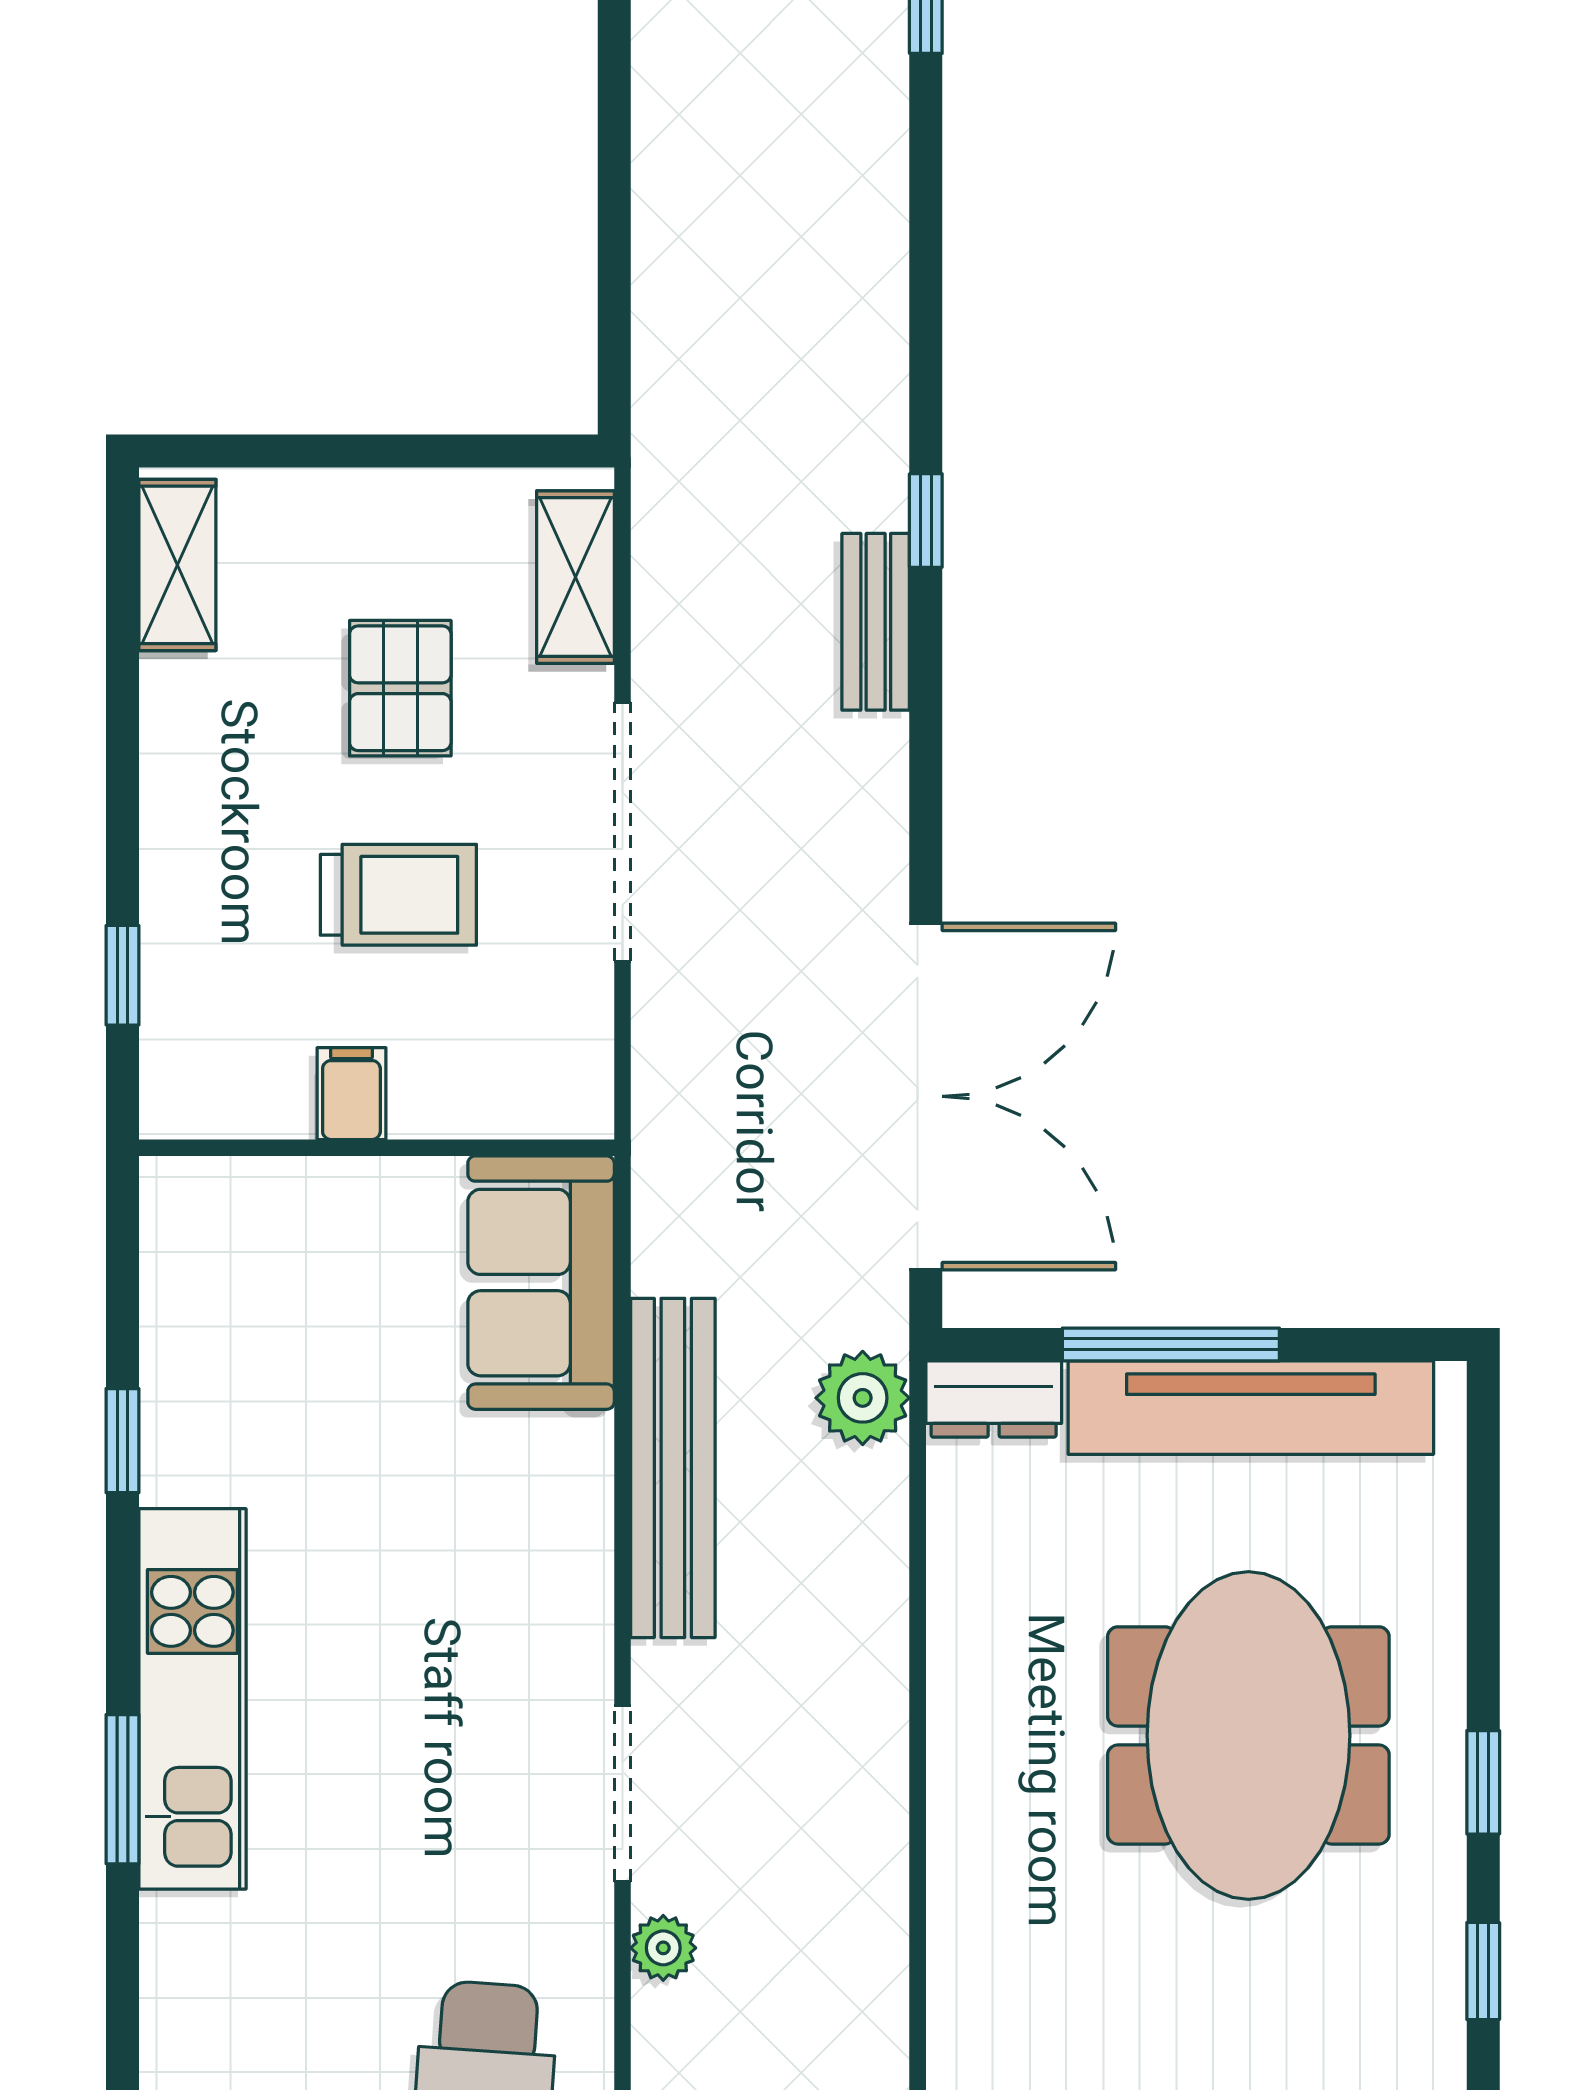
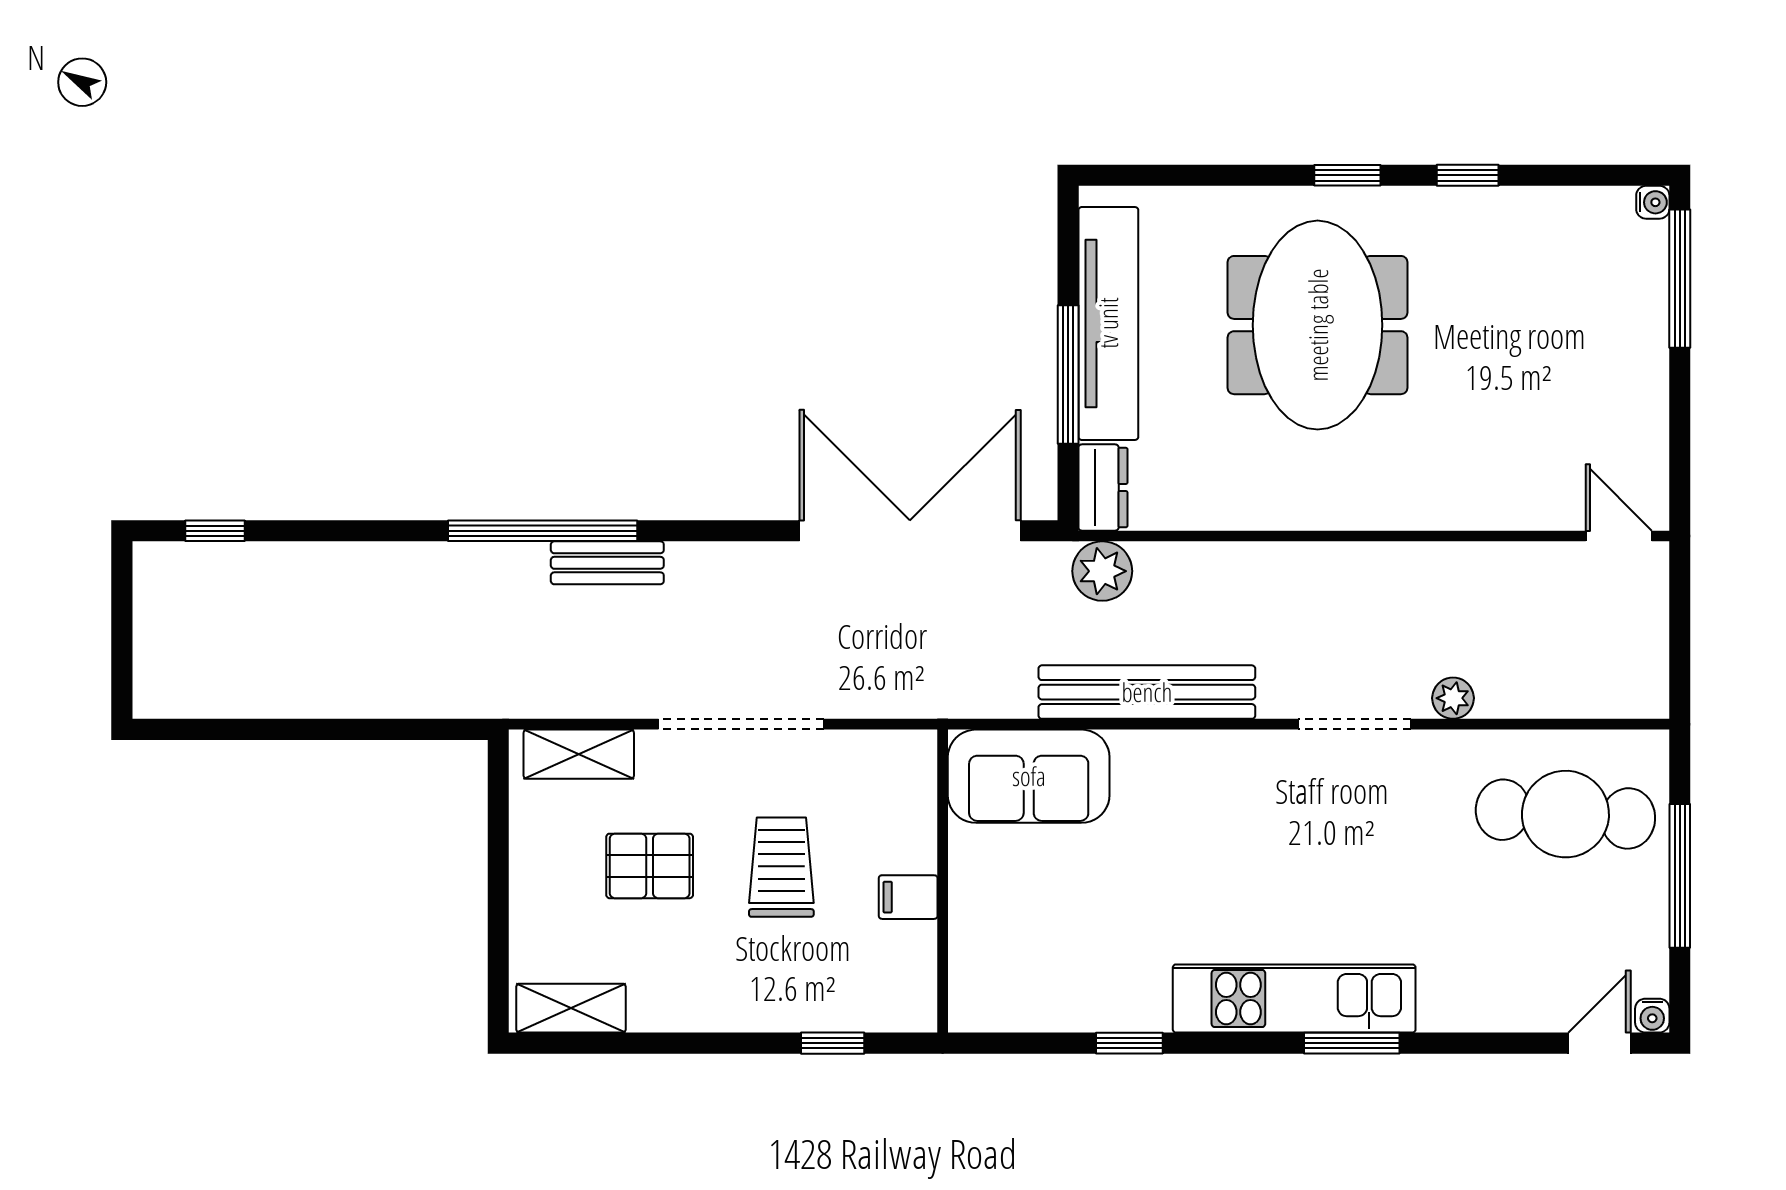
window: (926, 520) -> (543, 531), width x3.17
meeting table: (1248, 1735) -> (1318, 325), turned 90

